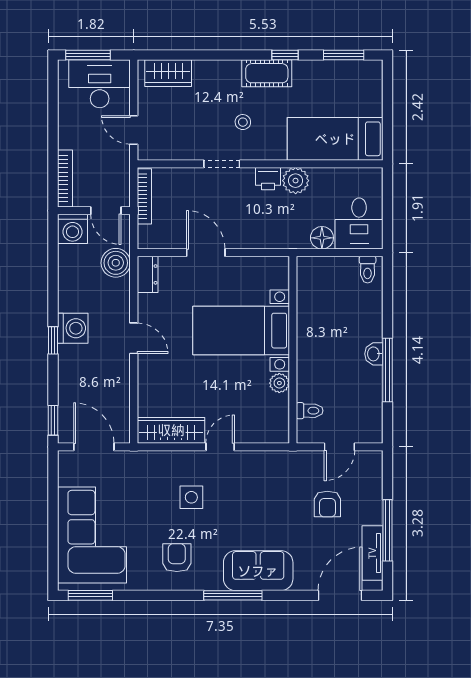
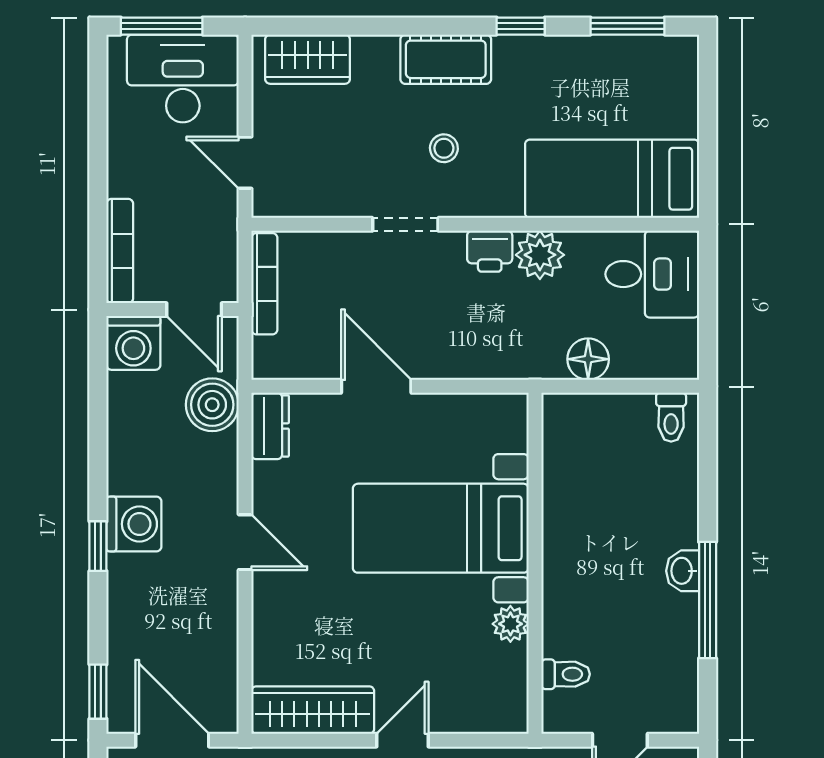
cot: (267, 73) -> (446, 59), moved
desk: (359, 223) -> (652, 274), moved, turned -90

